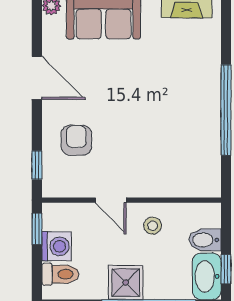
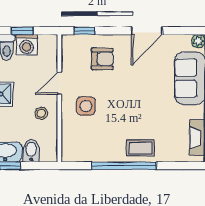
coffee table: (201, 87) -> (140, 148), added
side table: (142, 163) -> (86, 106), added
window: (37, 229) -> (22, 31), moved

